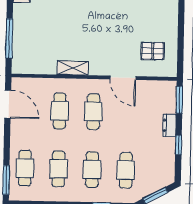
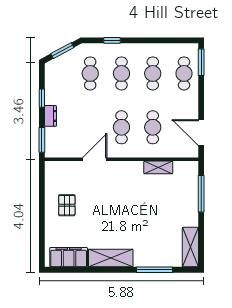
pallet: (153, 51) -> (67, 205), moved, turned 90
shelving: (73, 68) -> (158, 167), moved
door: (123, 78) -> (95, 159), hinge flipped

